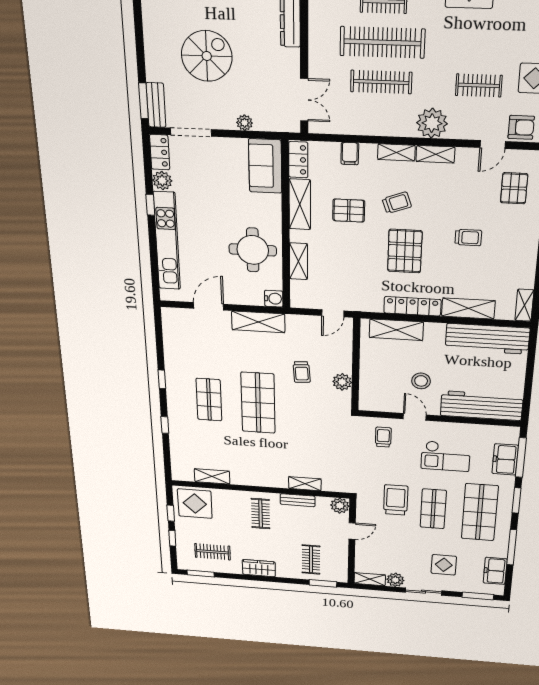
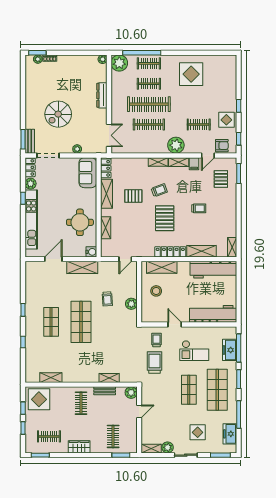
spiral stairs: (207, 56) -> (58, 114), turned 180
filing cabinet: (350, 154) -> (194, 164), moved
stool: (421, 381) -> (156, 291), moved
trolley: (396, 500) -> (154, 363), moved

